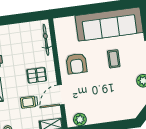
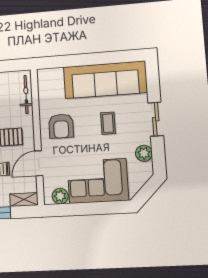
corner sofa: (109, 105) -> (98, 181), added

